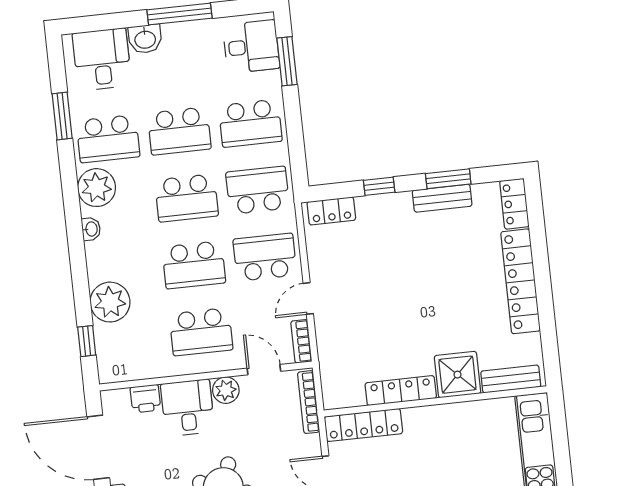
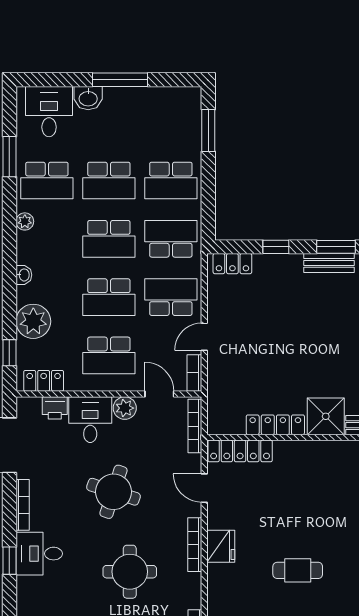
desk: (251, 47) -> (179, 115), removed
plant: (97, 188) -> (25, 221), width x0.53, depth x0.53
washbasin: (91, 229) -> (24, 275), moved
locker: (129, 369) -> (44, 381), added

